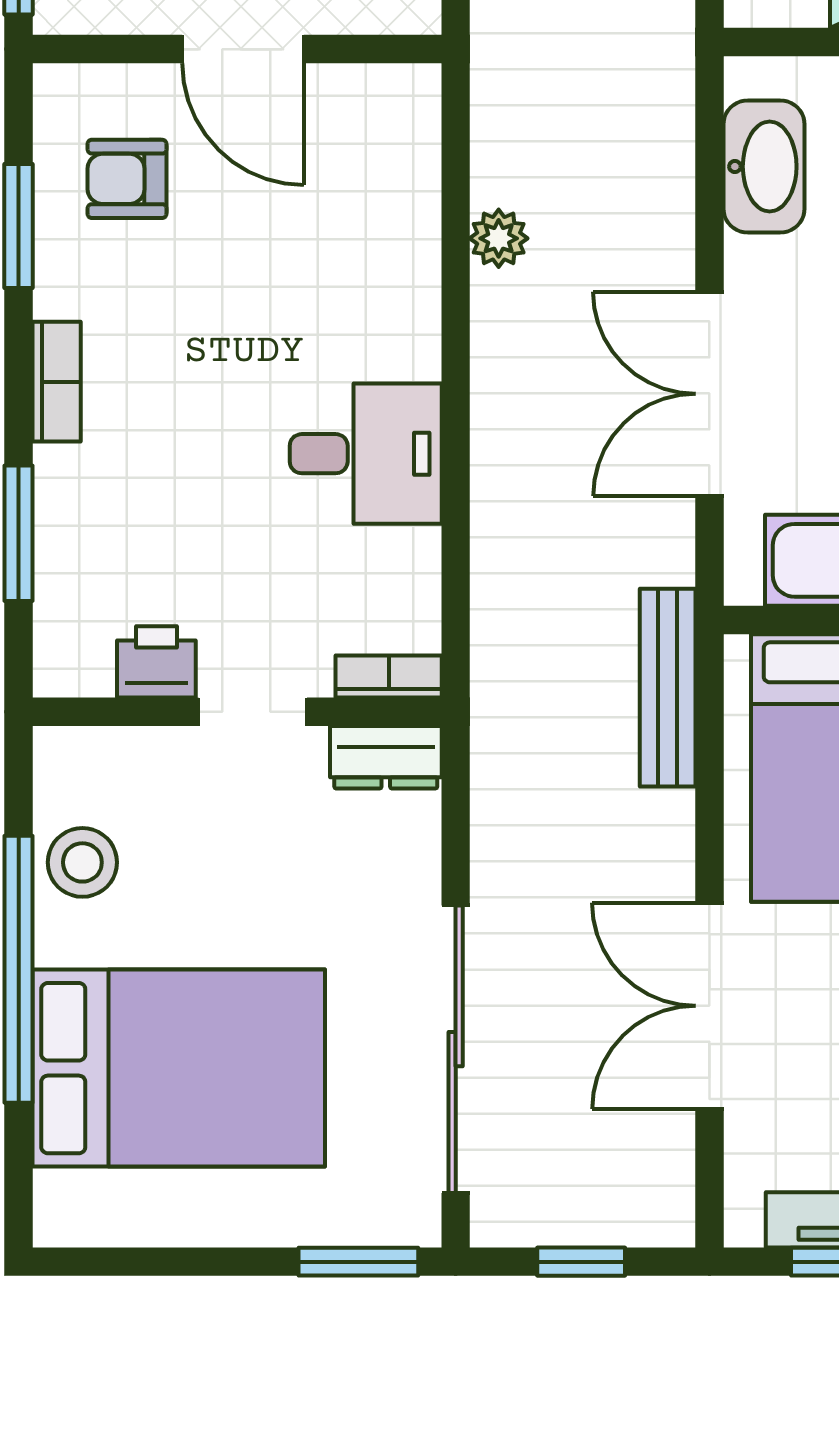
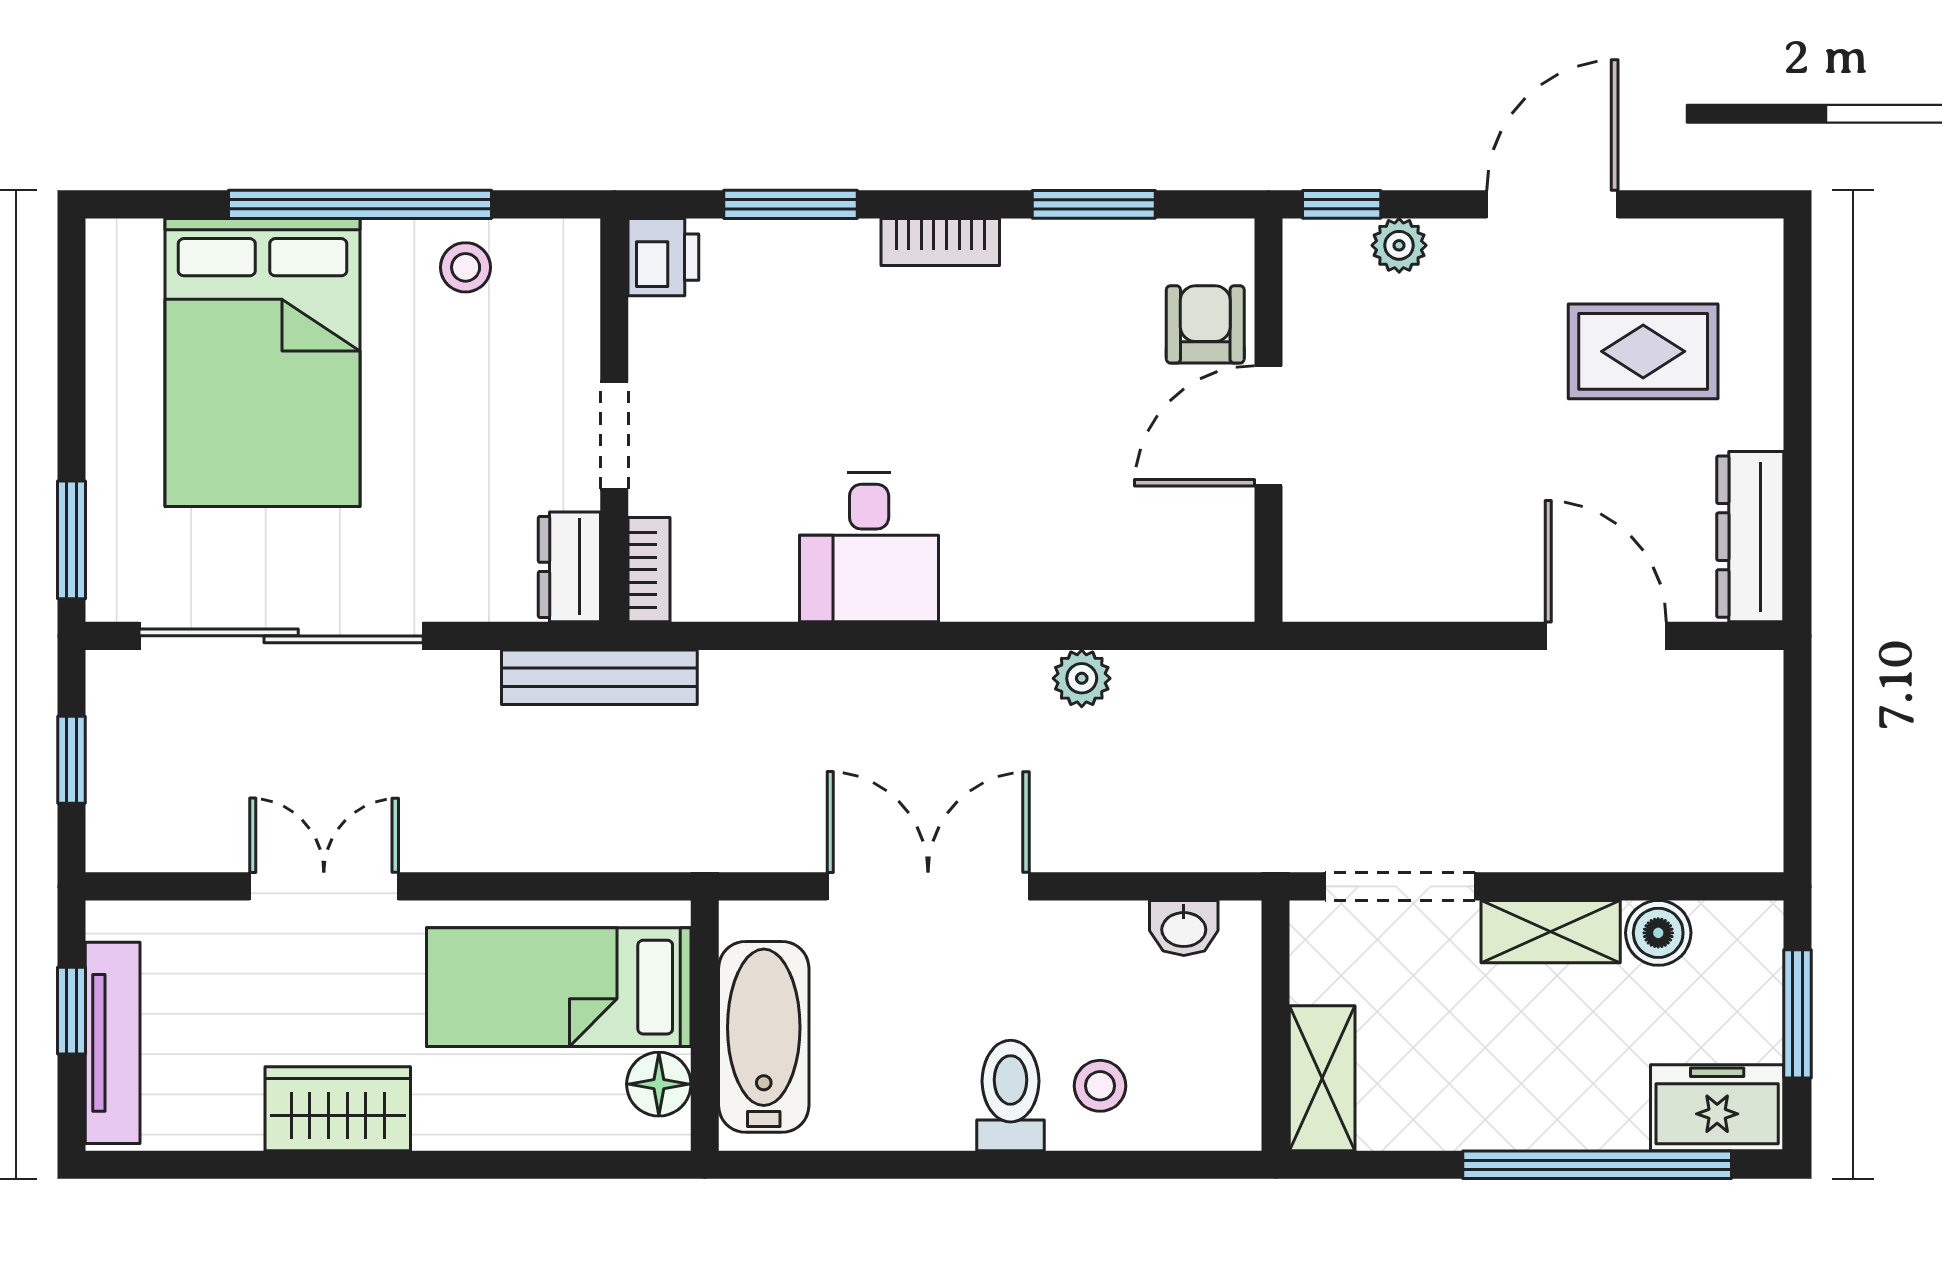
washbasin: (764, 167) -> (1184, 928), width x0.52, depth x0.69
armchair: (127, 179) -> (1205, 324), moved
printer: (156, 662) -> (663, 257), moved
bench: (668, 688) -> (599, 677), moved
stool: (82, 862) -> (466, 267), width x0.73, depth x0.73
double door: (709, 1006) -> (324, 886), width x0.73

